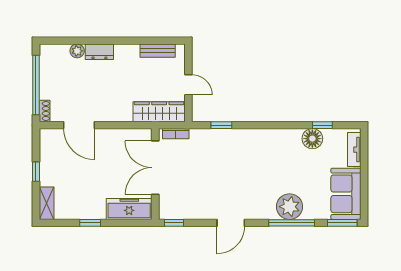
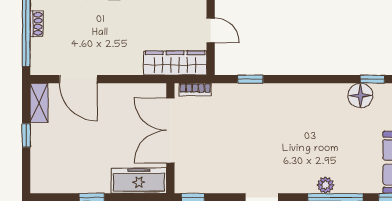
shoe rack: (45, 111) -> (36, 24), moved
shelving: (47, 203) -> (39, 103), moved
plant: (289, 207) -> (325, 185), width x0.53, depth x0.53

